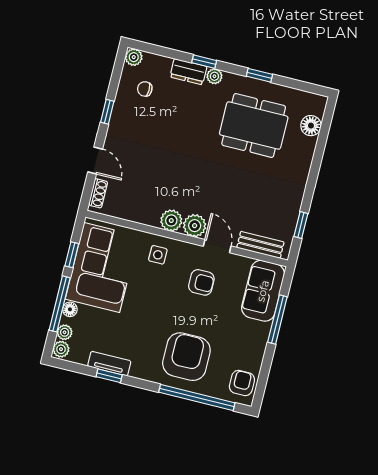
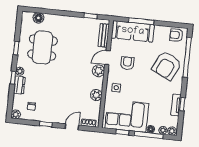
plant: (171, 221) -> (96, 95), moved
sofa: (263, 291) -> (133, 31), width x1.36
armchair: (186, 357) -> (167, 66), turned -64

